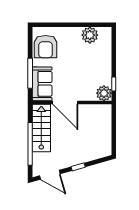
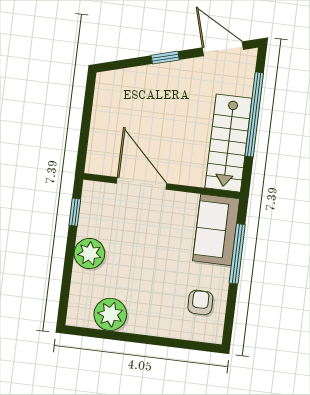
armchair: (46, 47) -> (200, 302), width x0.53, depth x0.53
plant: (104, 93) -> (89, 253), moved
door: (65, 102) -> (142, 183), moved

